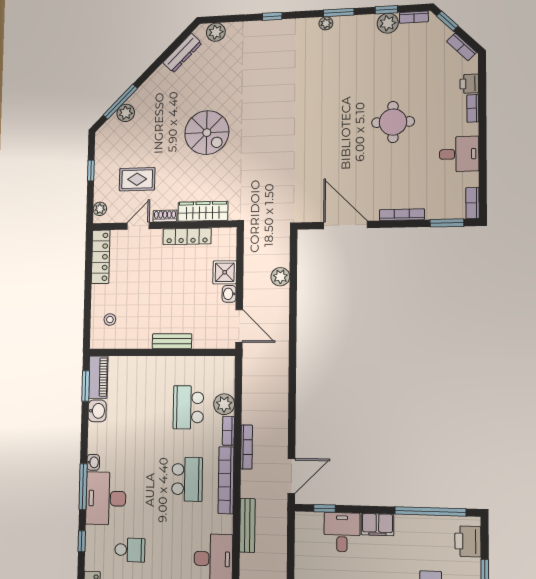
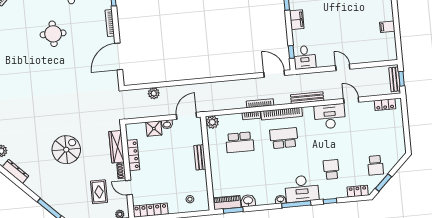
plant: (126, 113) -> (56, 204), removed
plant: (224, 404) -> (212, 122), moved
desk: (342, 532) -> (305, 57), moved, turned -90

